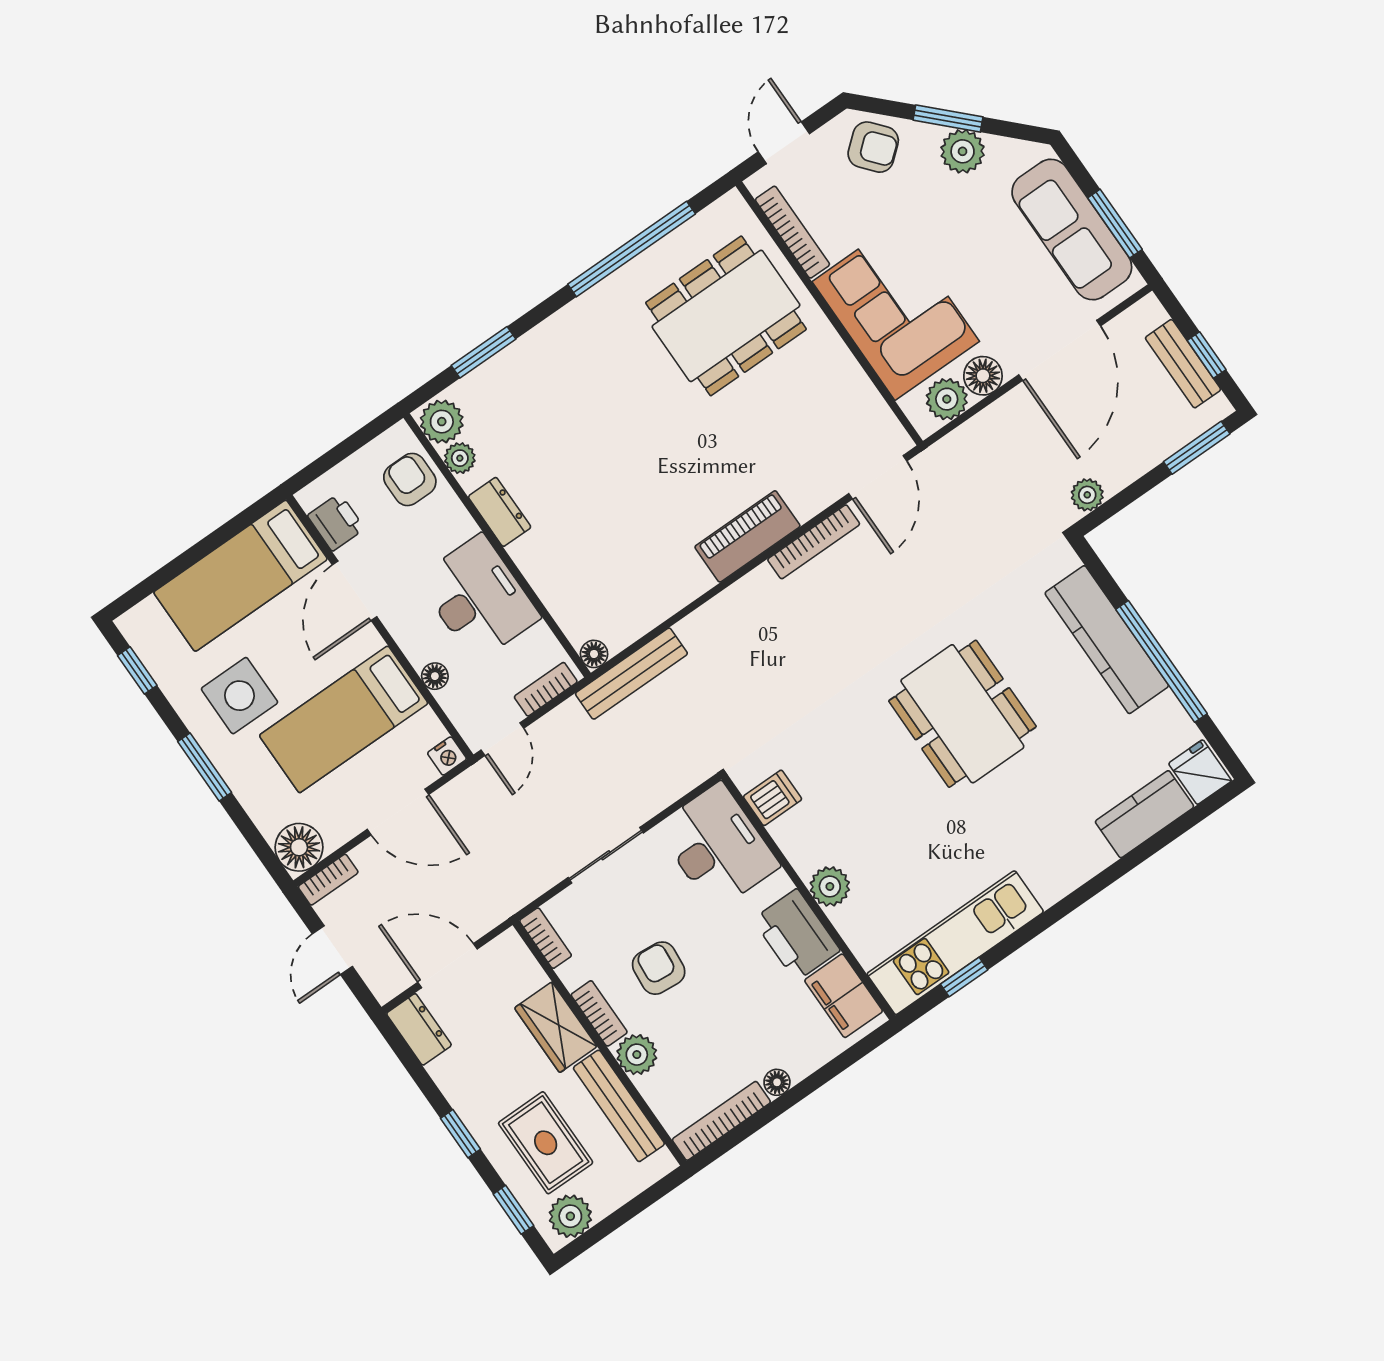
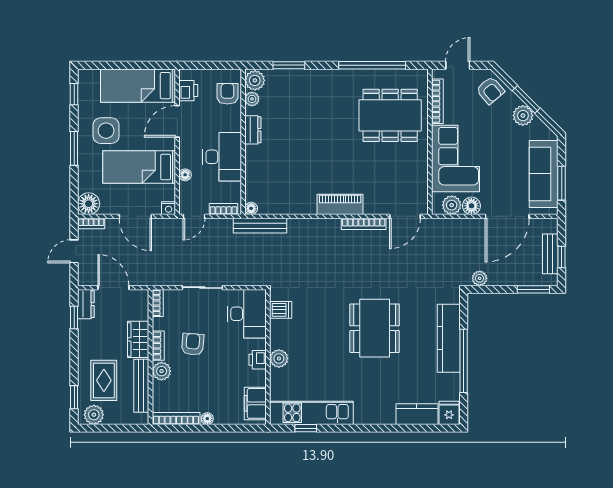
printer: (796, 935) -> (258, 360), width x0.53, depth x0.68
window: (460, 1134) -> (74, 317), moved

